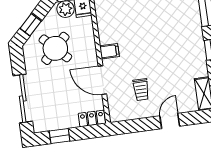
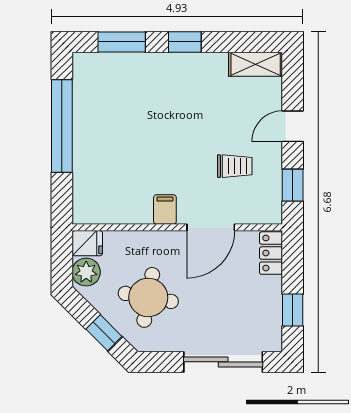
round table: (55, 48) -> (148, 297), turned -35
door: (170, 121) -> (293, 126), hinge flipped
window: (134, 126) -> (293, 185), added

